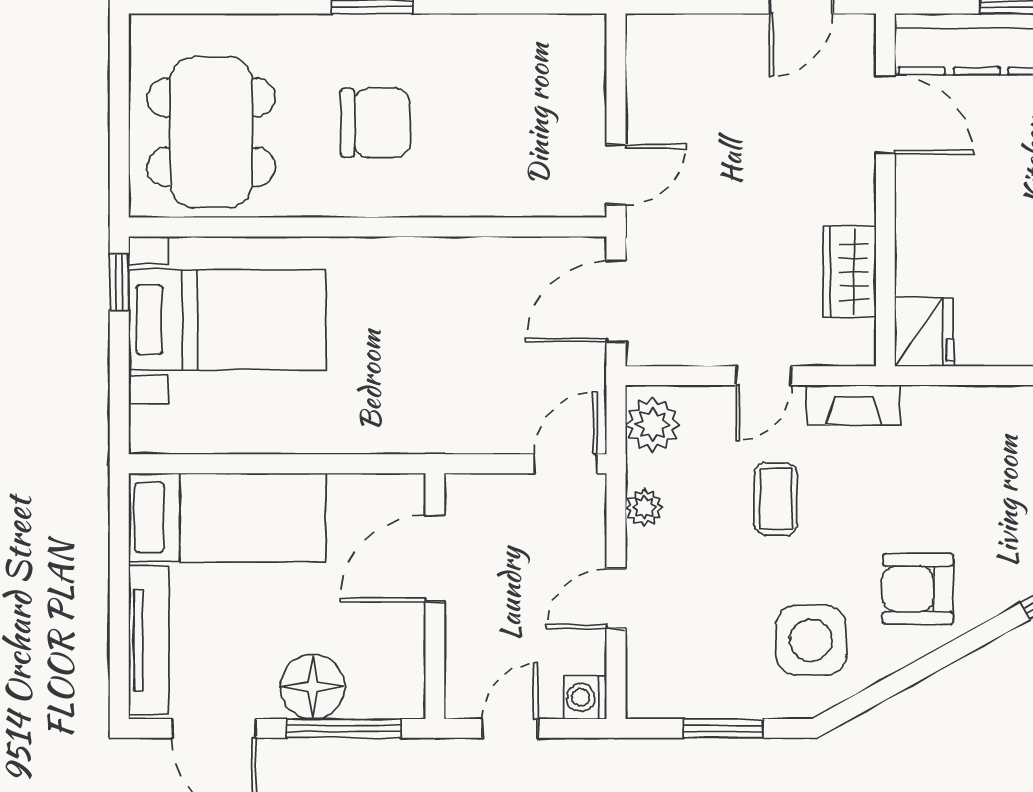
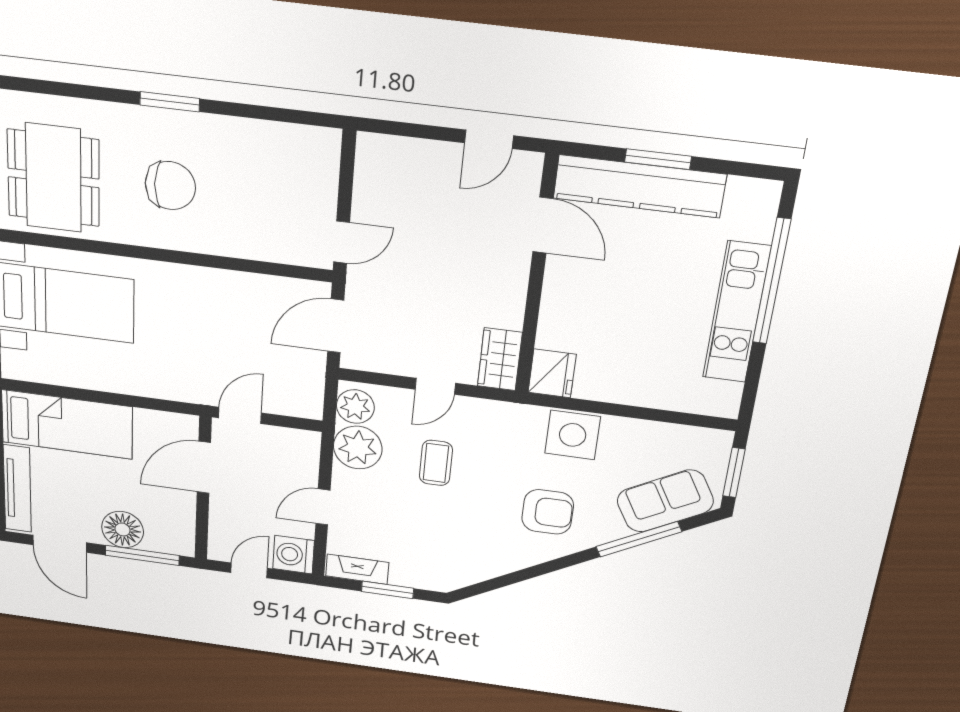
wardrobe: (849, 272) -> (500, 359), moved
fireplace: (853, 405) -> (357, 569), moved, turned 180
door: (566, 464) -> (240, 415), moved
plant: (644, 507) -> (358, 448), width x1.88, depth x1.88
armchair: (918, 589) -> (548, 512), moved, turned 180
side table: (811, 640) -> (573, 435), moved
washing machine: (585, 697) -> (294, 555), width x1.38, depth x1.38

